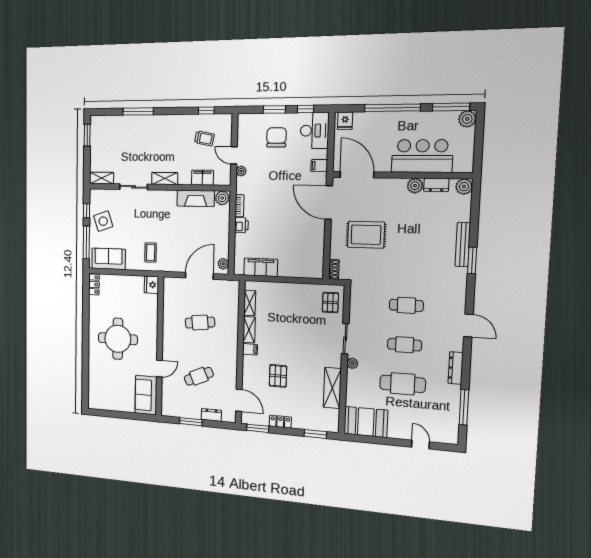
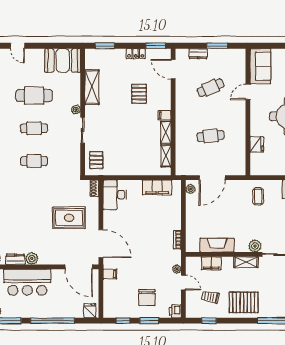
desk: (315, 131) -> (115, 195), moved
pallet: (168, 132) -> (244, 302), added
plant: (222, 198) -> (255, 246), moved
printer: (241, 225) -> (175, 311), moved
fridge: (151, 285) -> (257, 145), moved

